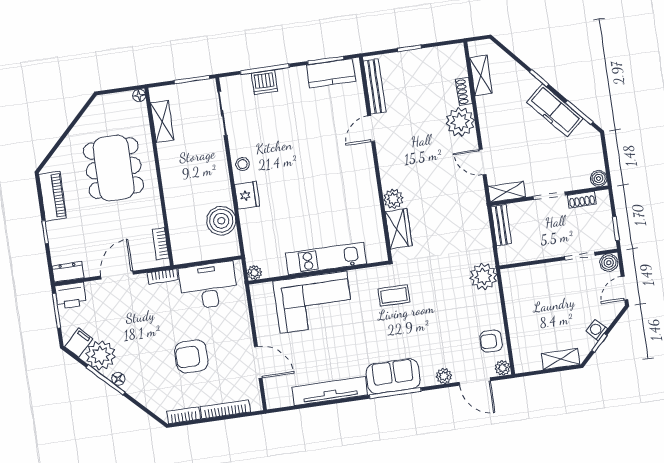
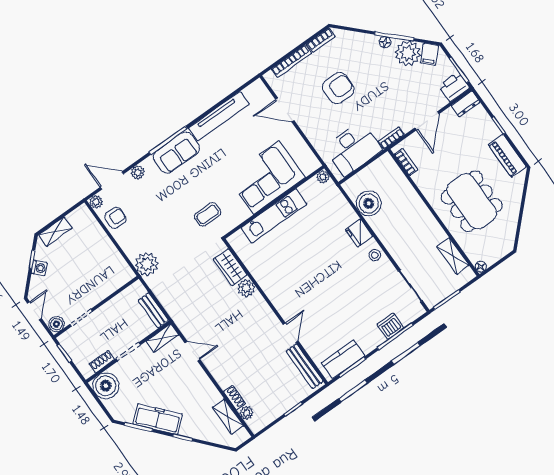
plant: (460, 122) -> (247, 413), moved, width x0.53, depth x0.53
boiler: (599, 178) -> (106, 386), width x1.86, depth x1.86

